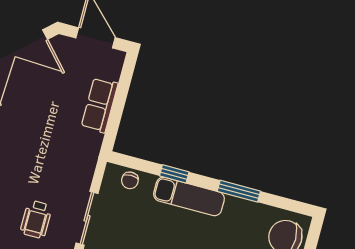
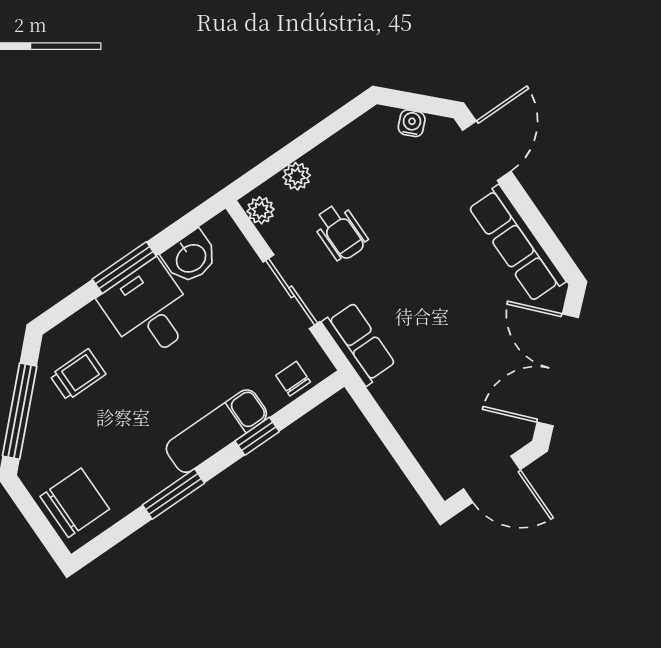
row of seats: (100, 105) -> (359, 344), moved
wheelchair: (36, 219) -> (340, 232), turned 180

